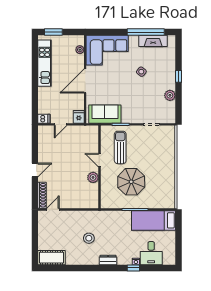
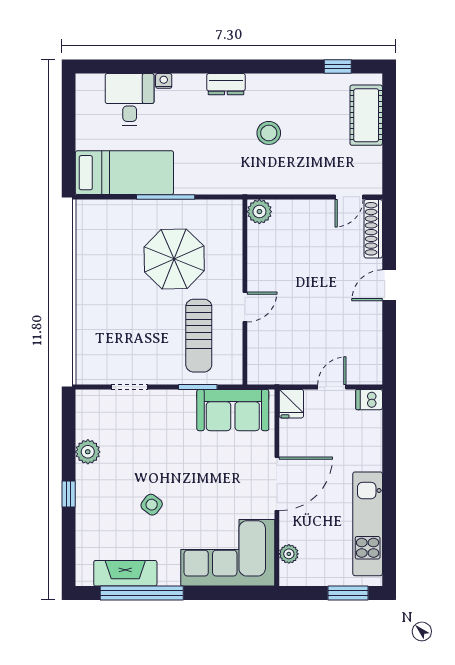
door: (100, 160) -> (245, 307), hinge flipped
plant: (93, 177) -> (259, 212), moved
cot: (52, 258) -> (366, 115), moved, turned 90
window: (133, 268) -> (338, 66), moved

